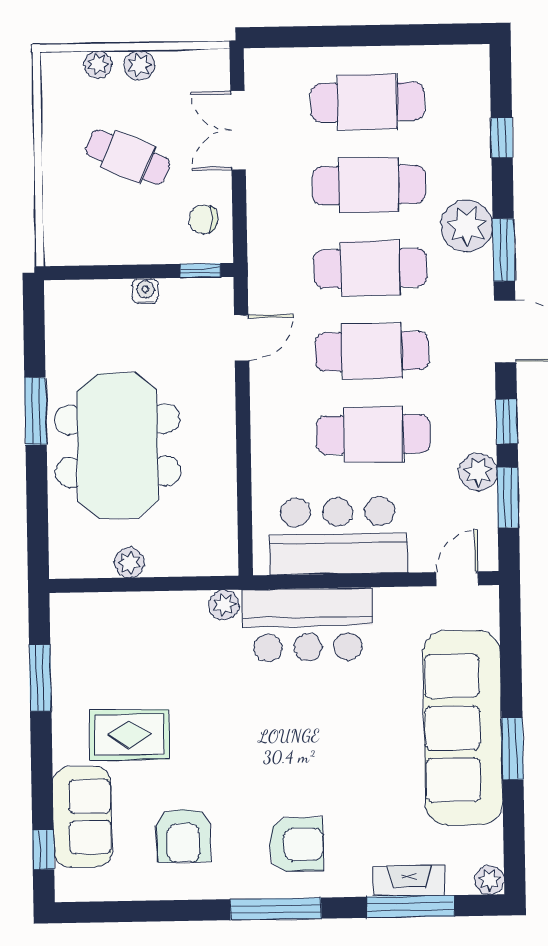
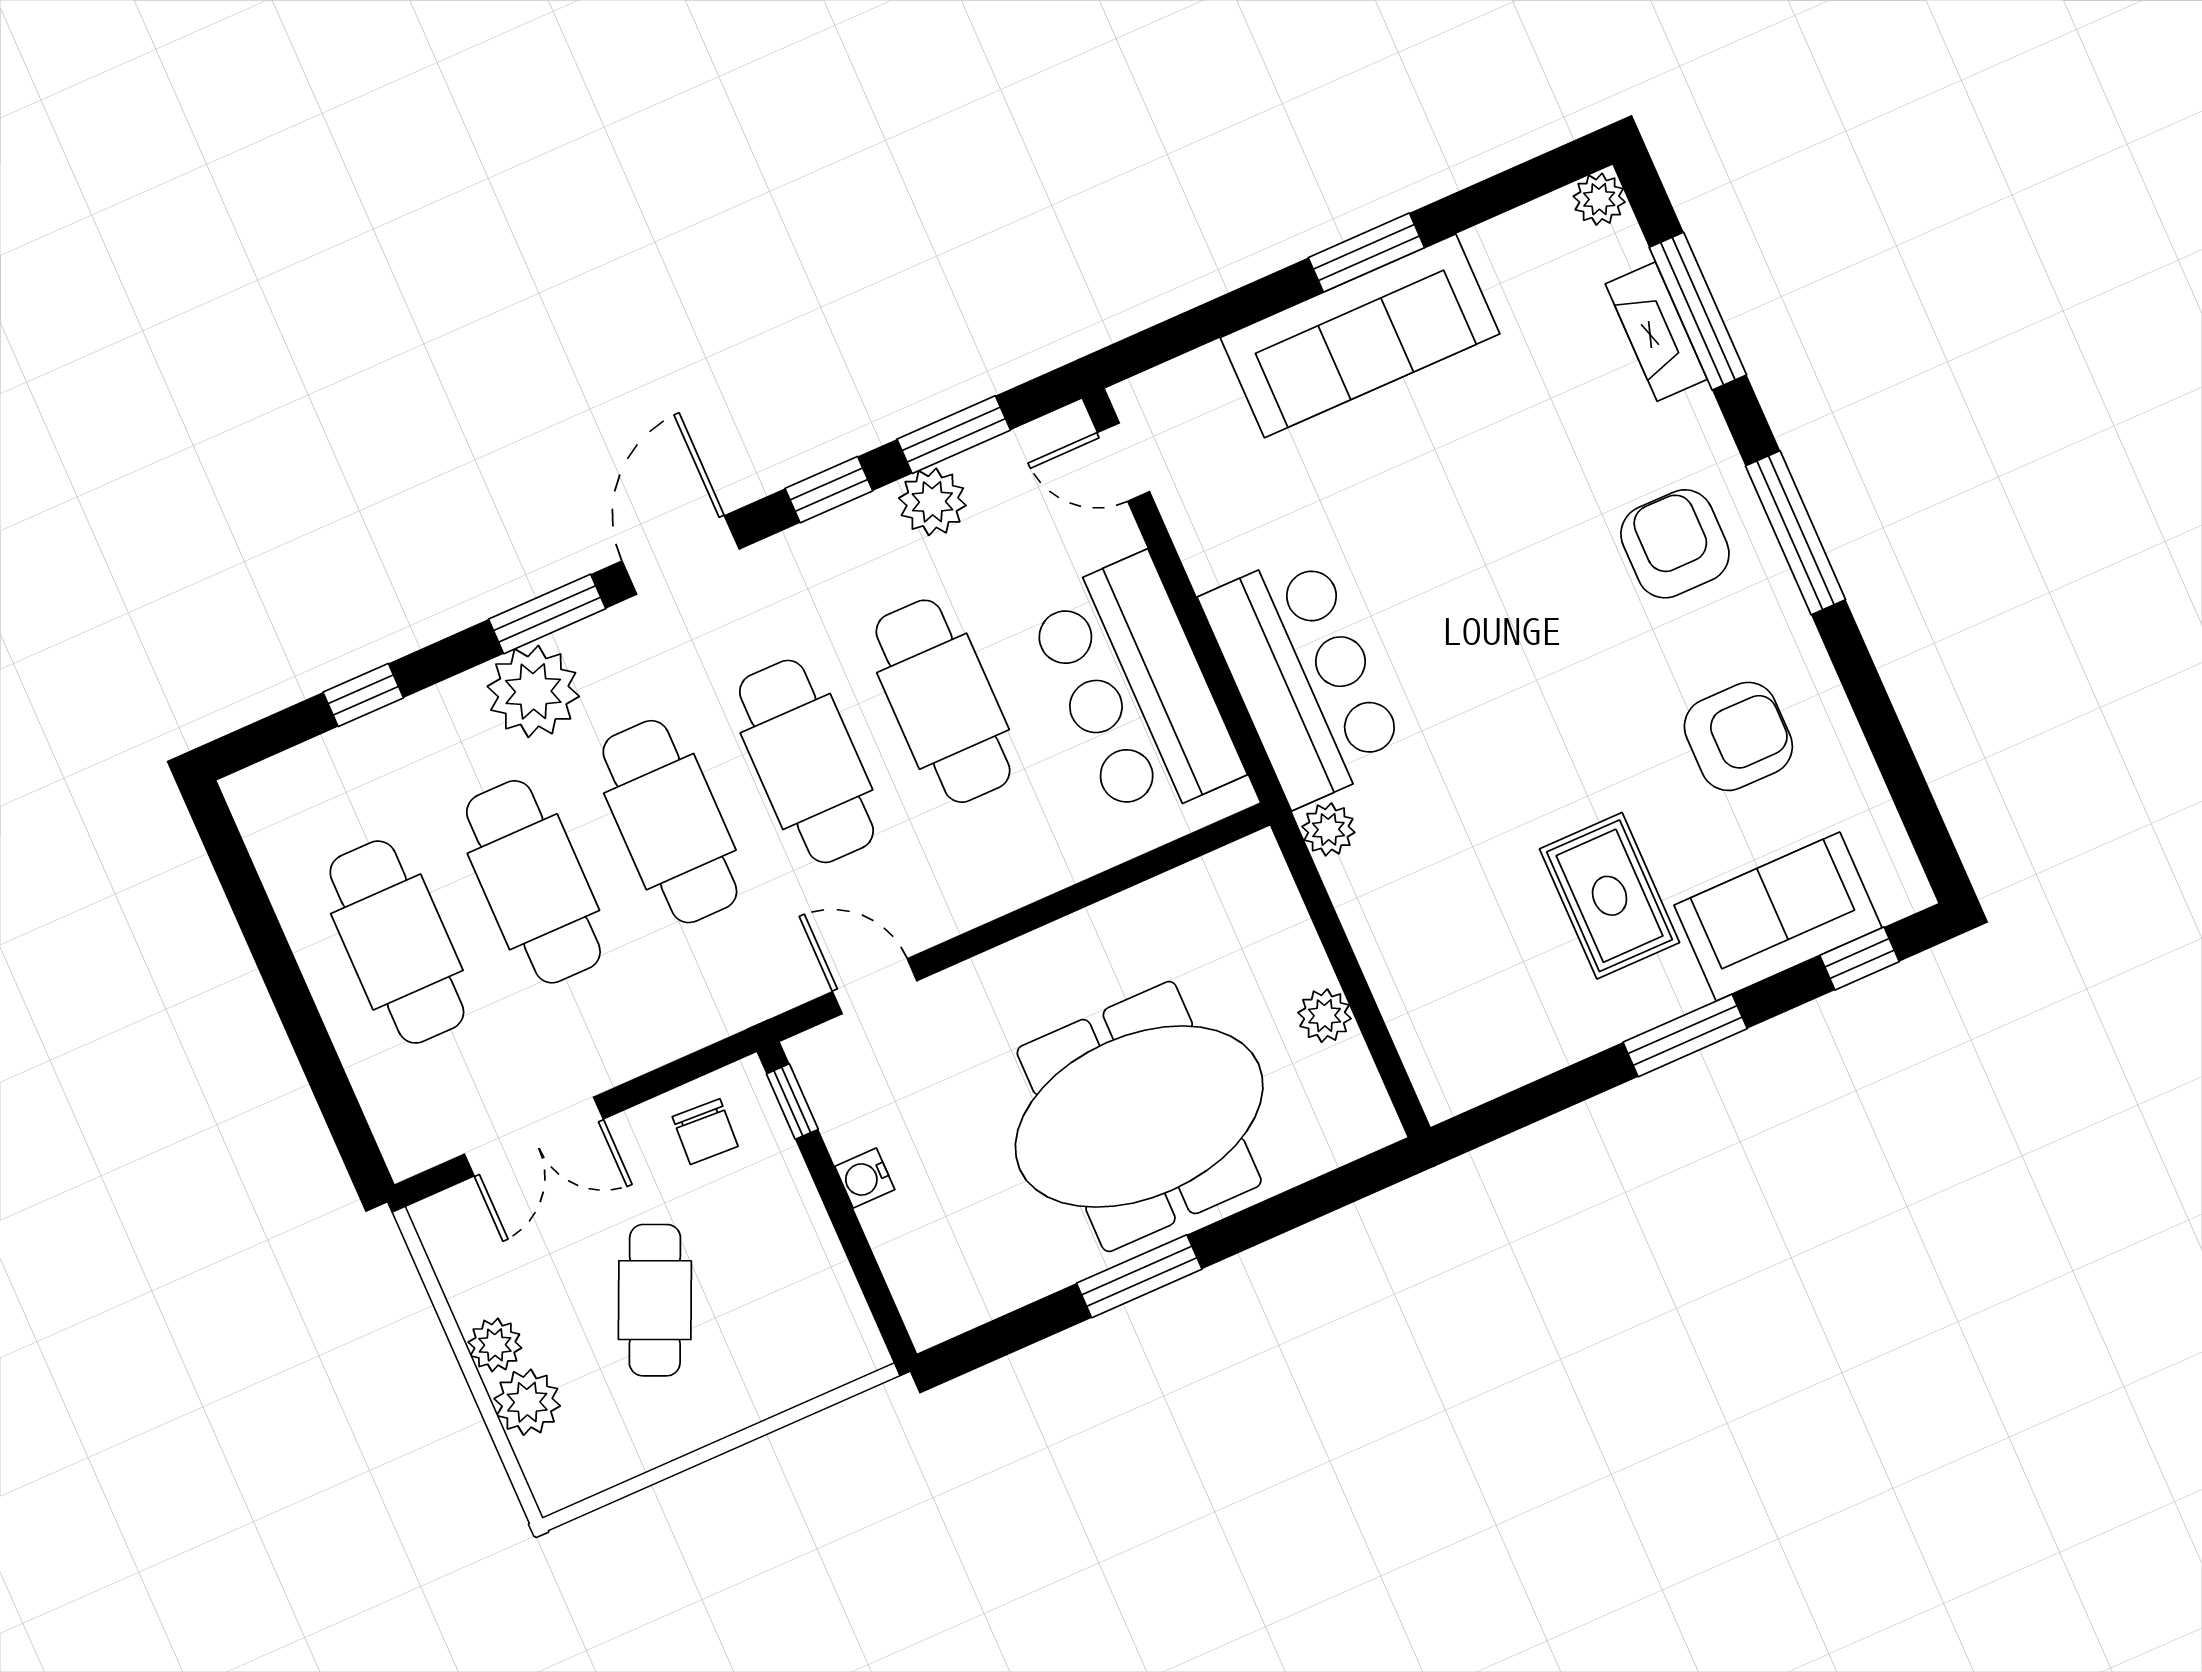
plant: (98, 64) -> (527, 1402), width x1.38, depth x1.38
window: (40, 678) -> (1685, 1035), moved
sofa: (463, 728) -> (1360, 336), width x0.74, depth x0.79

